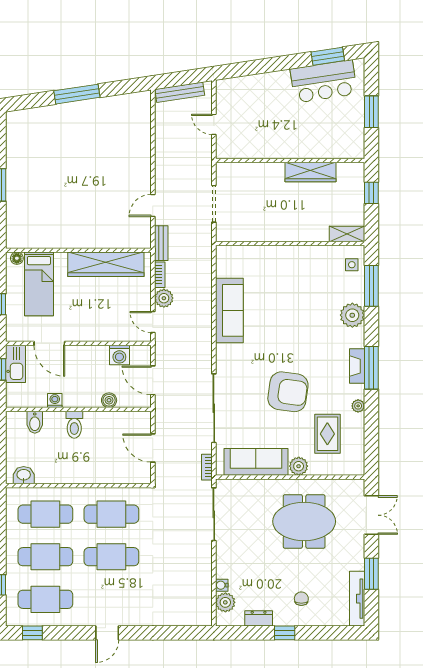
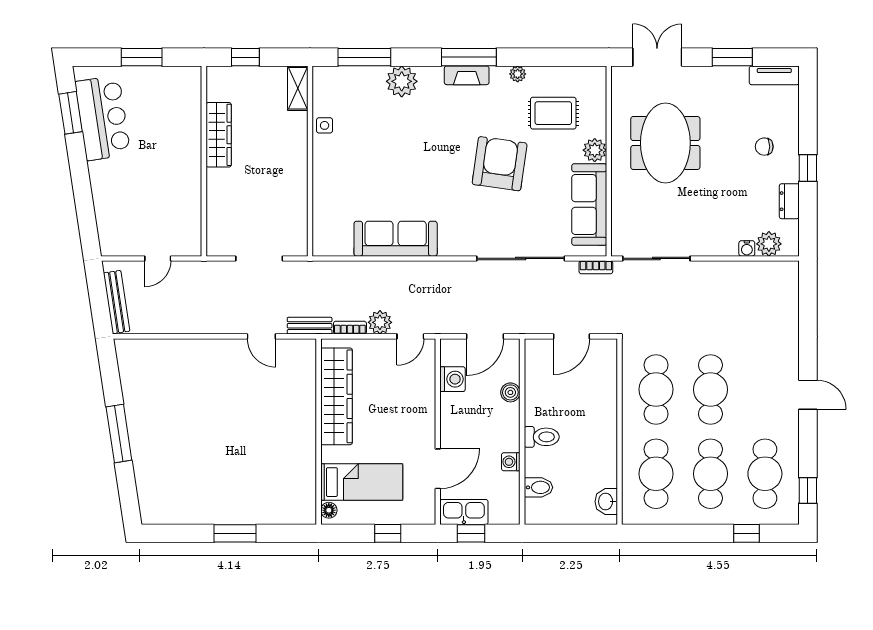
side table: (352, 265) -> (325, 125), moved
tv unit: (357, 599) -> (774, 75), width x0.71

